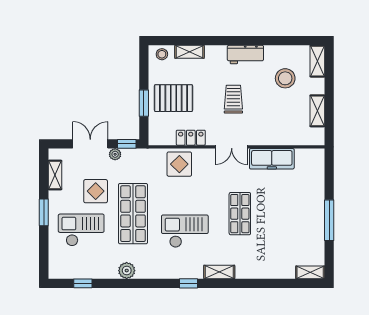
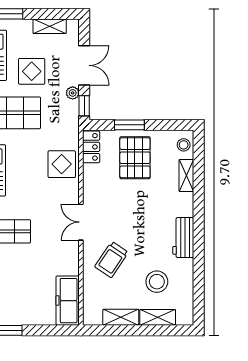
shelving: (317, 61) -> (158, 317), moved
trolley: (233, 99) -> (112, 260), moved, turned 124
locker: (191, 138) -> (91, 147), moved
freezer: (272, 159) -> (68, 301), moved

